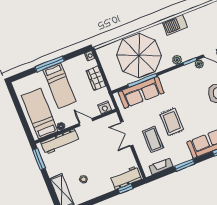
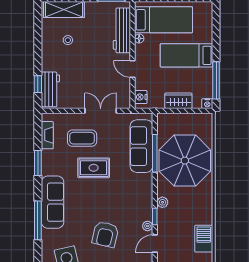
barbecue: (175, 25) -> (204, 239), moved
window: (50, 64) -> (216, 80), moved
door: (86, 122) -> (133, 69), swing flipped

